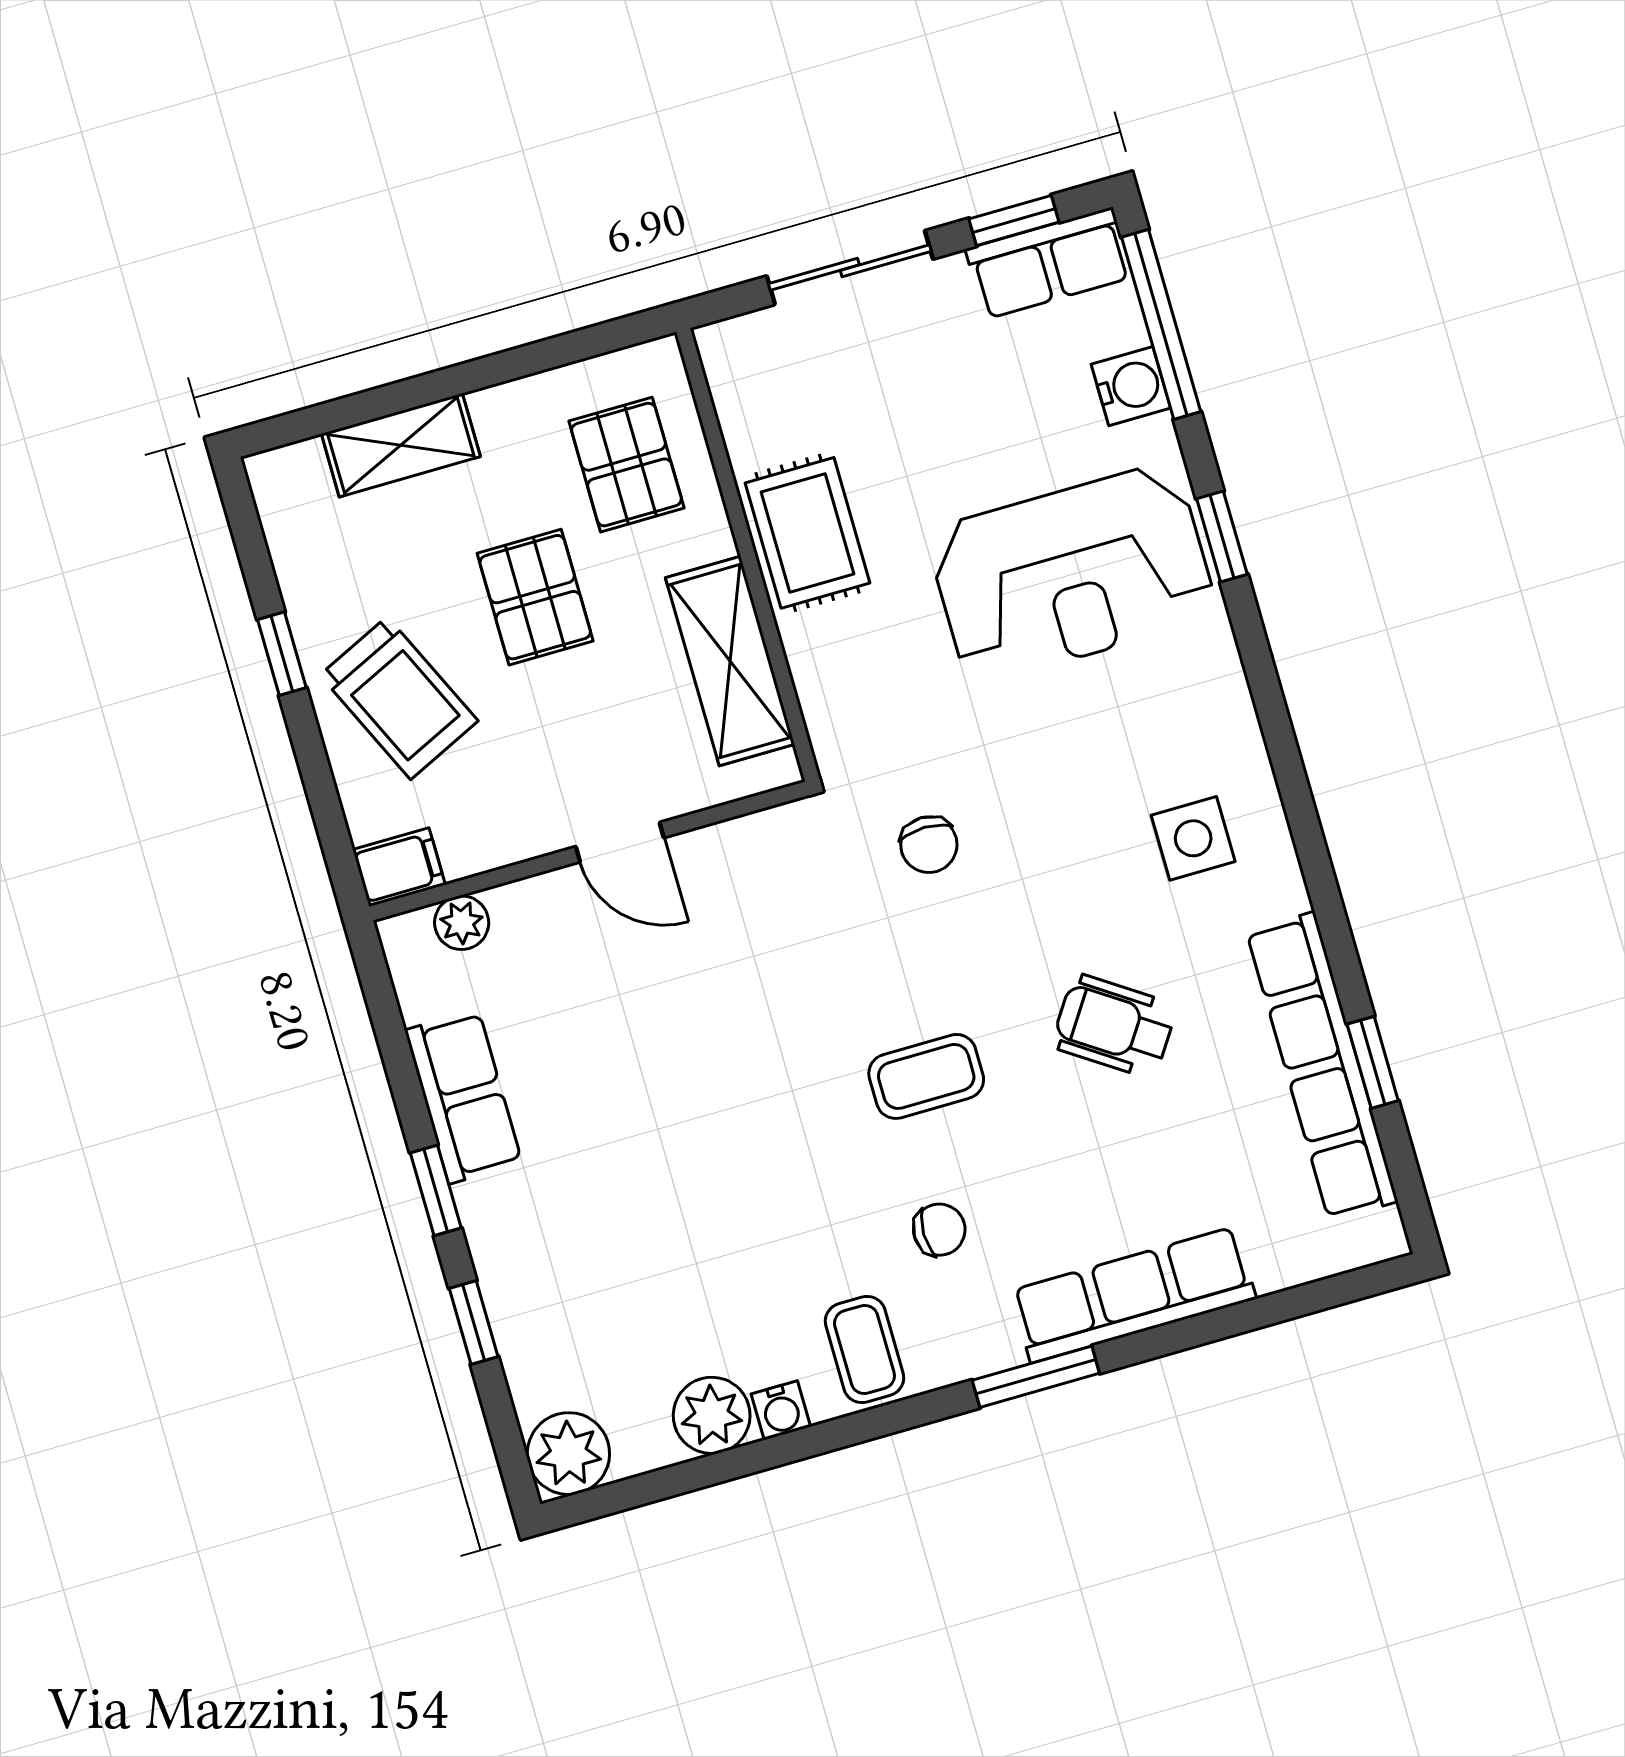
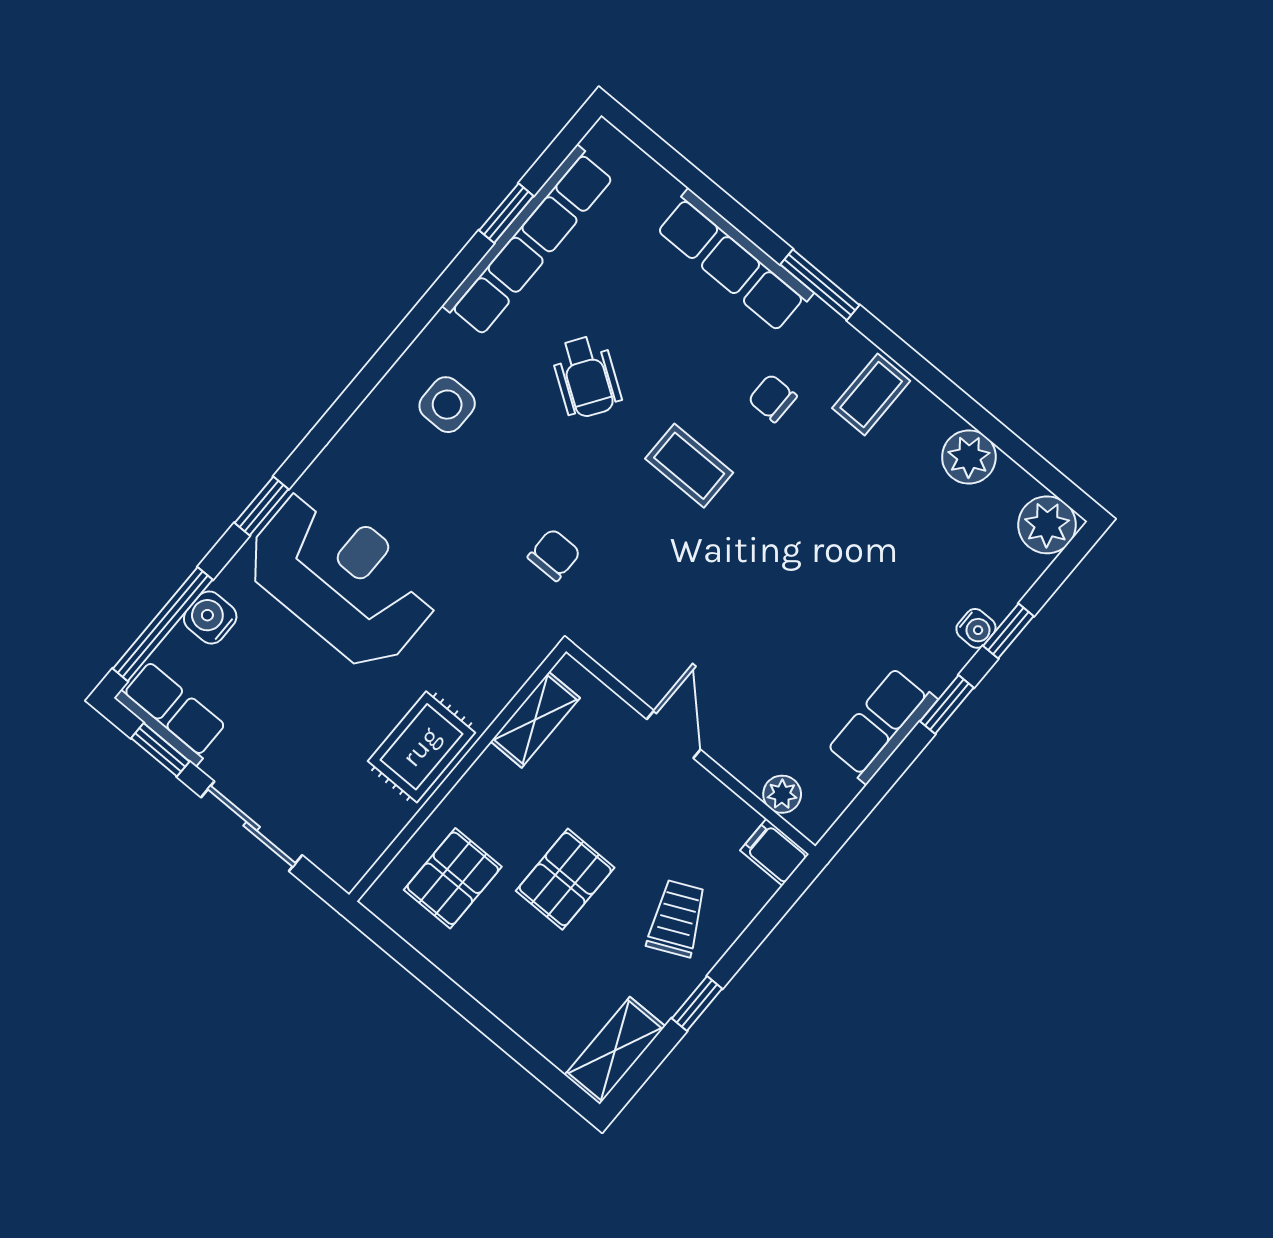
shelving: (401, 445) -> (615, 1051), moved, turned 90
shelving: (730, 661) -> (535, 720), width x0.67, depth x0.75
trolley: (399, 698) -> (677, 918), width x0.73, depth x0.72
water cooler: (781, 1410) -> (976, 628), moved, turned 90

